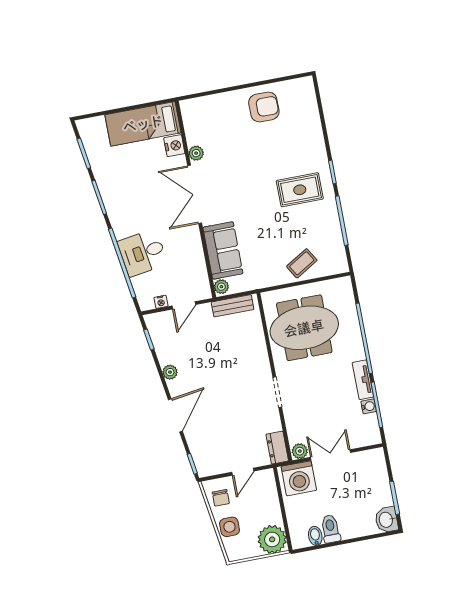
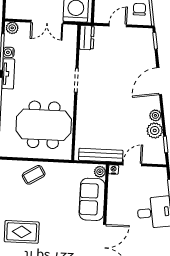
nightstand: (161, 302) -> (114, 170), moved
bench: (233, 306) -> (101, 155), width x1.36
plant: (166, 353) -> (155, 131), added
plant: (300, 451) -> (12, 28), moved

